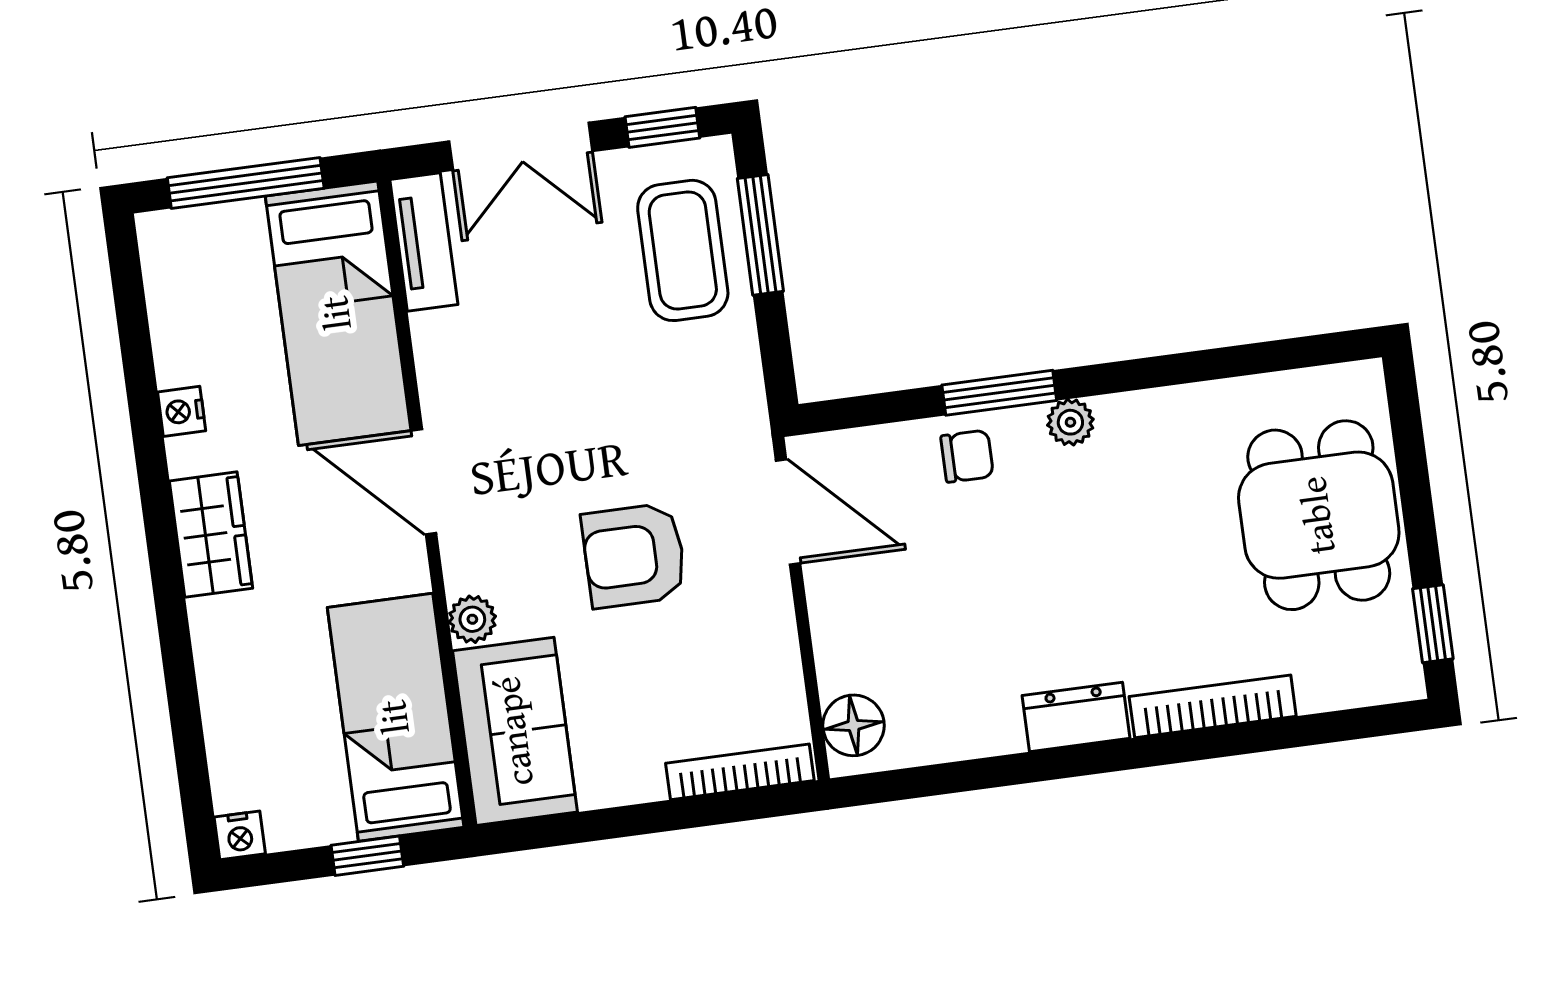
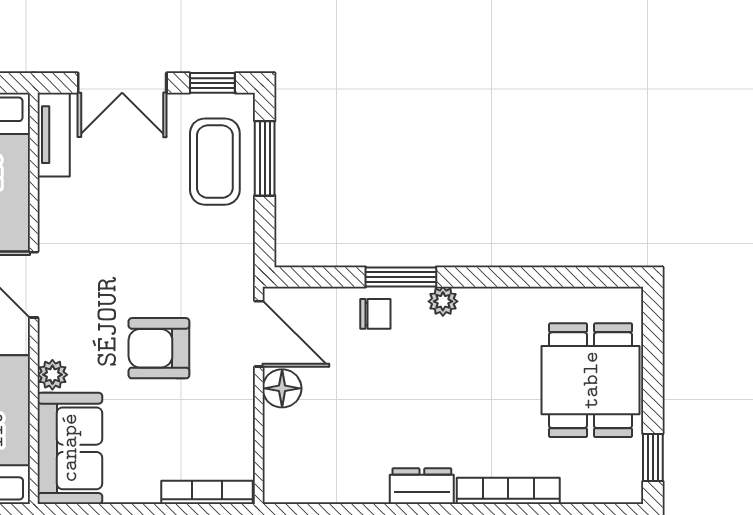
floor lamp: (854, 725) -> (282, 388), moved

